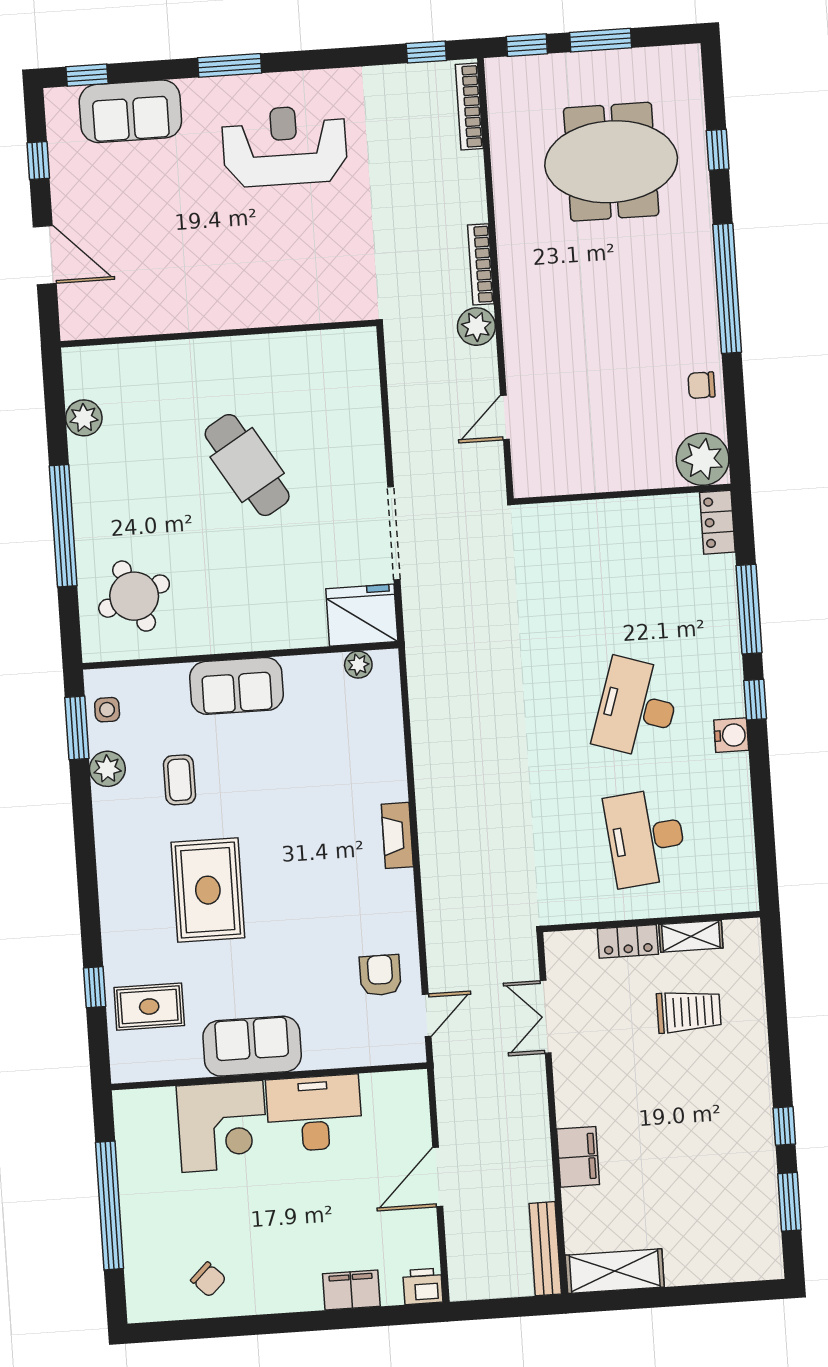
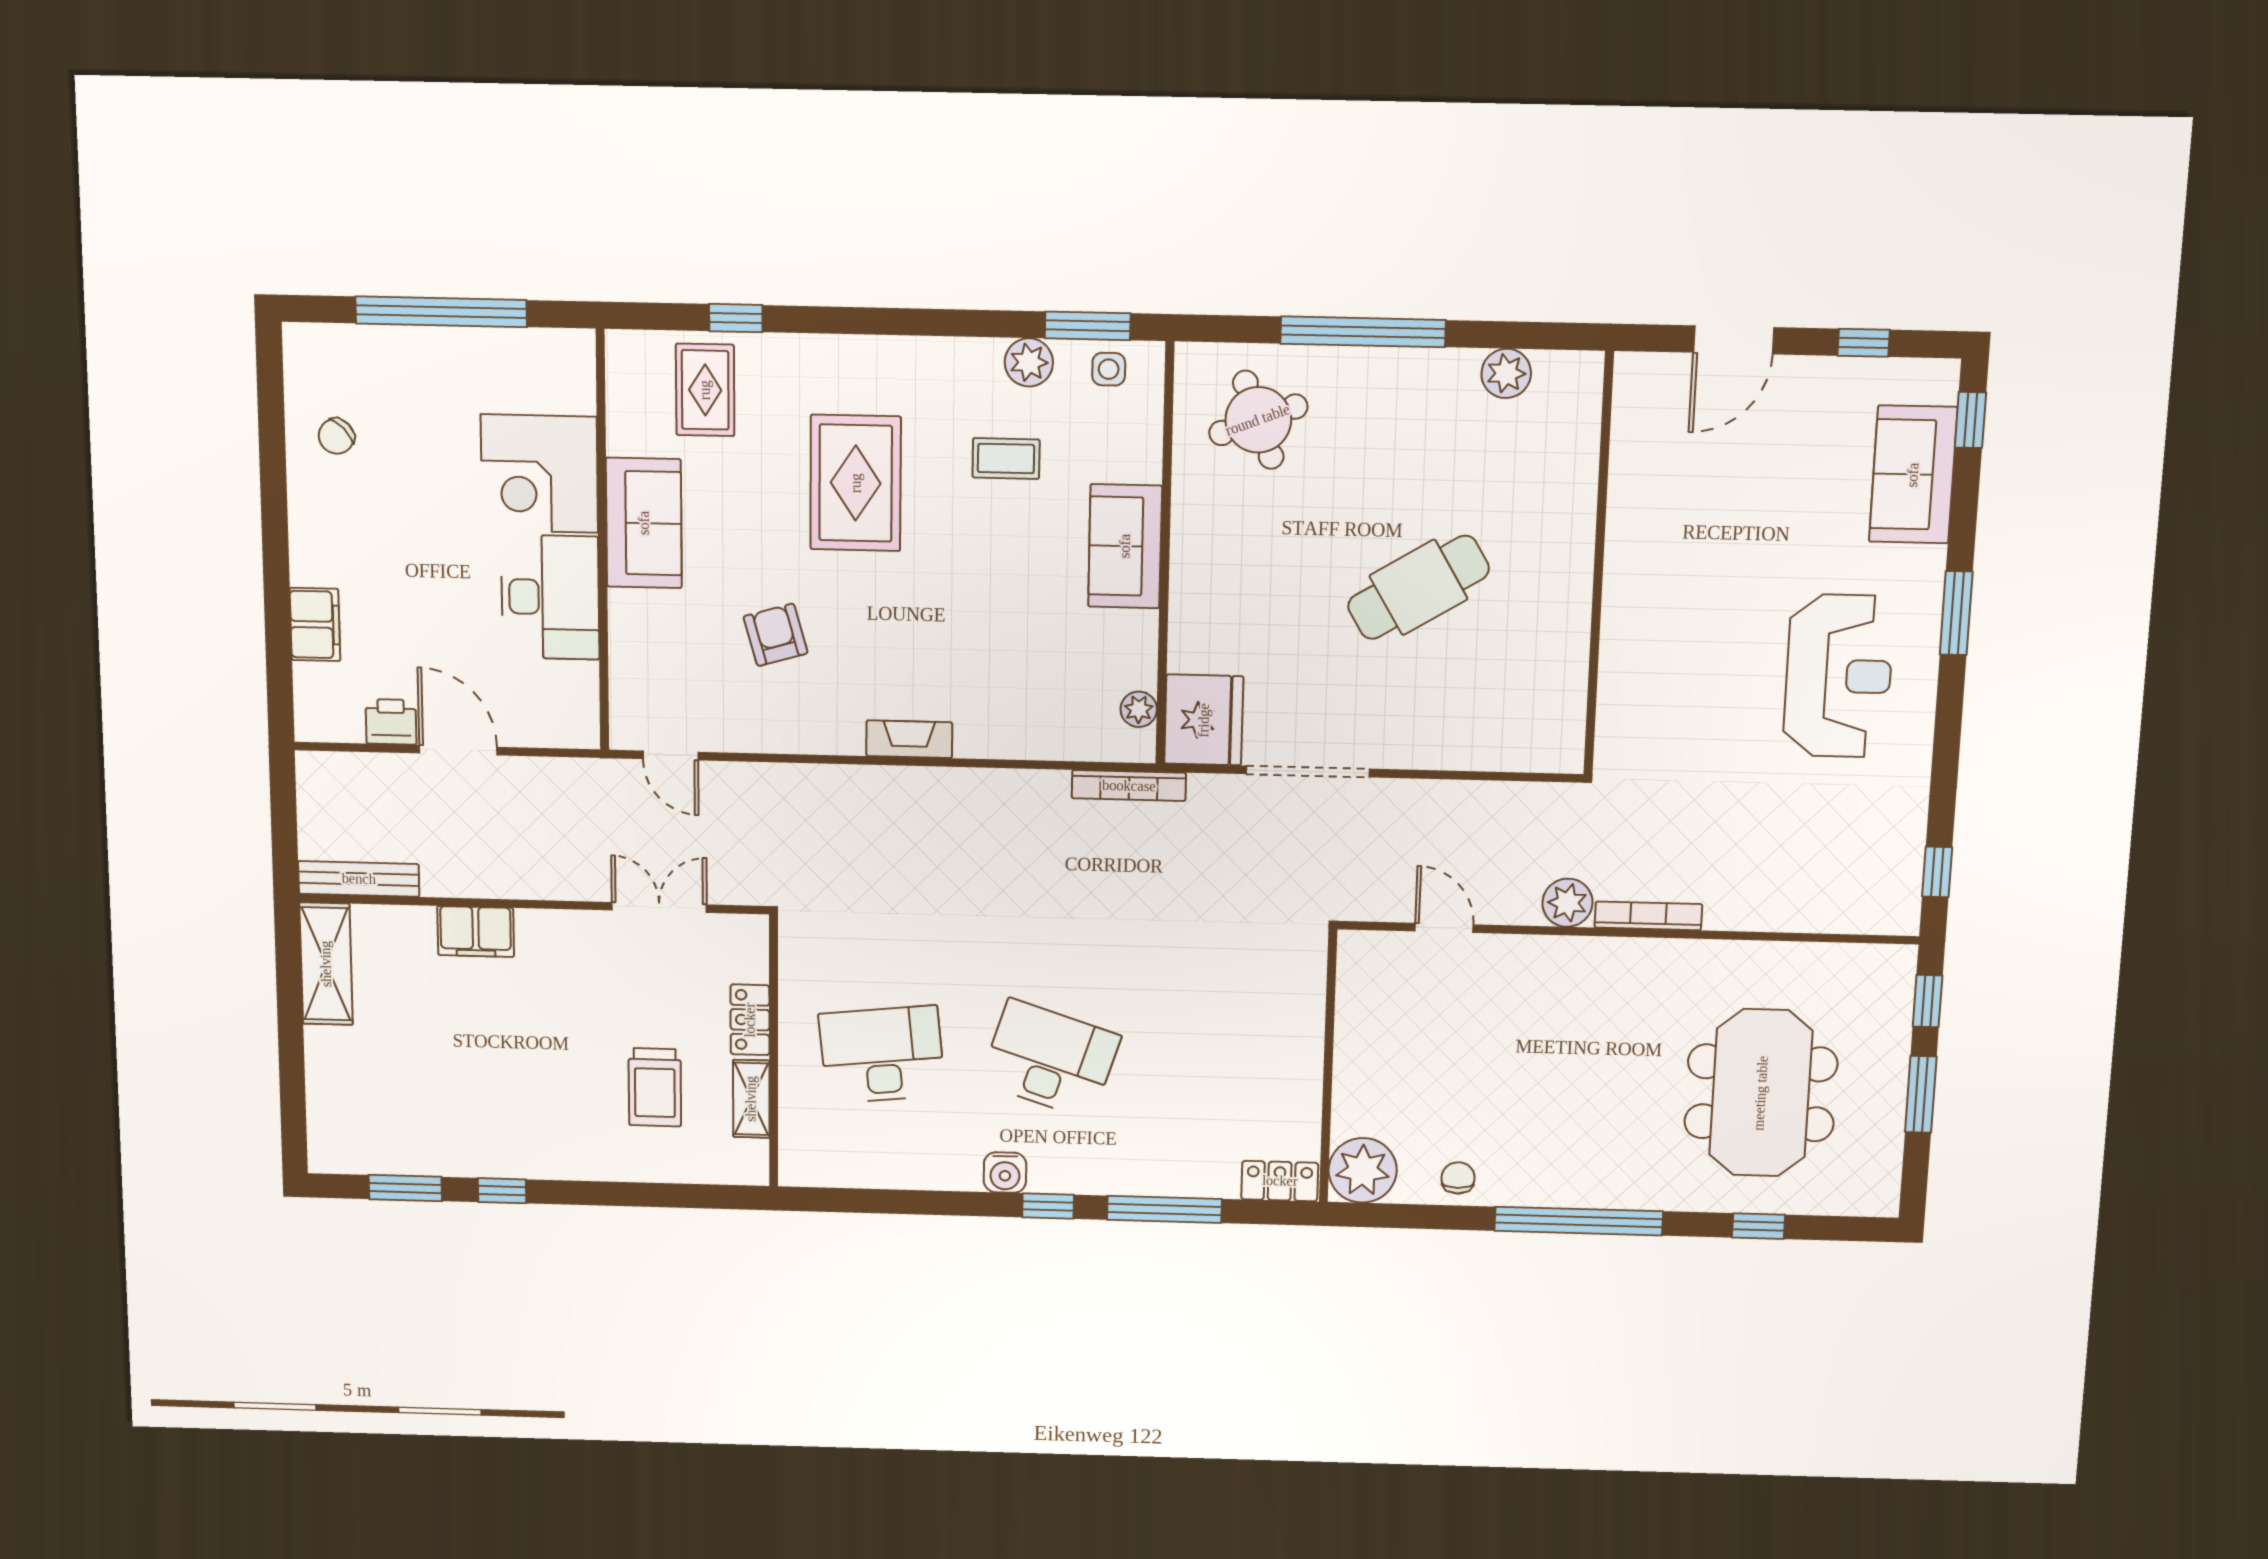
bookcase: (469, 107) -> (1129, 786), moved, turned 180
rug: (208, 890) -> (856, 483), turned 90
armchair: (380, 975) -> (776, 635), moved, turned -106
printer: (423, 1286) -> (391, 722), moved, turned -90

